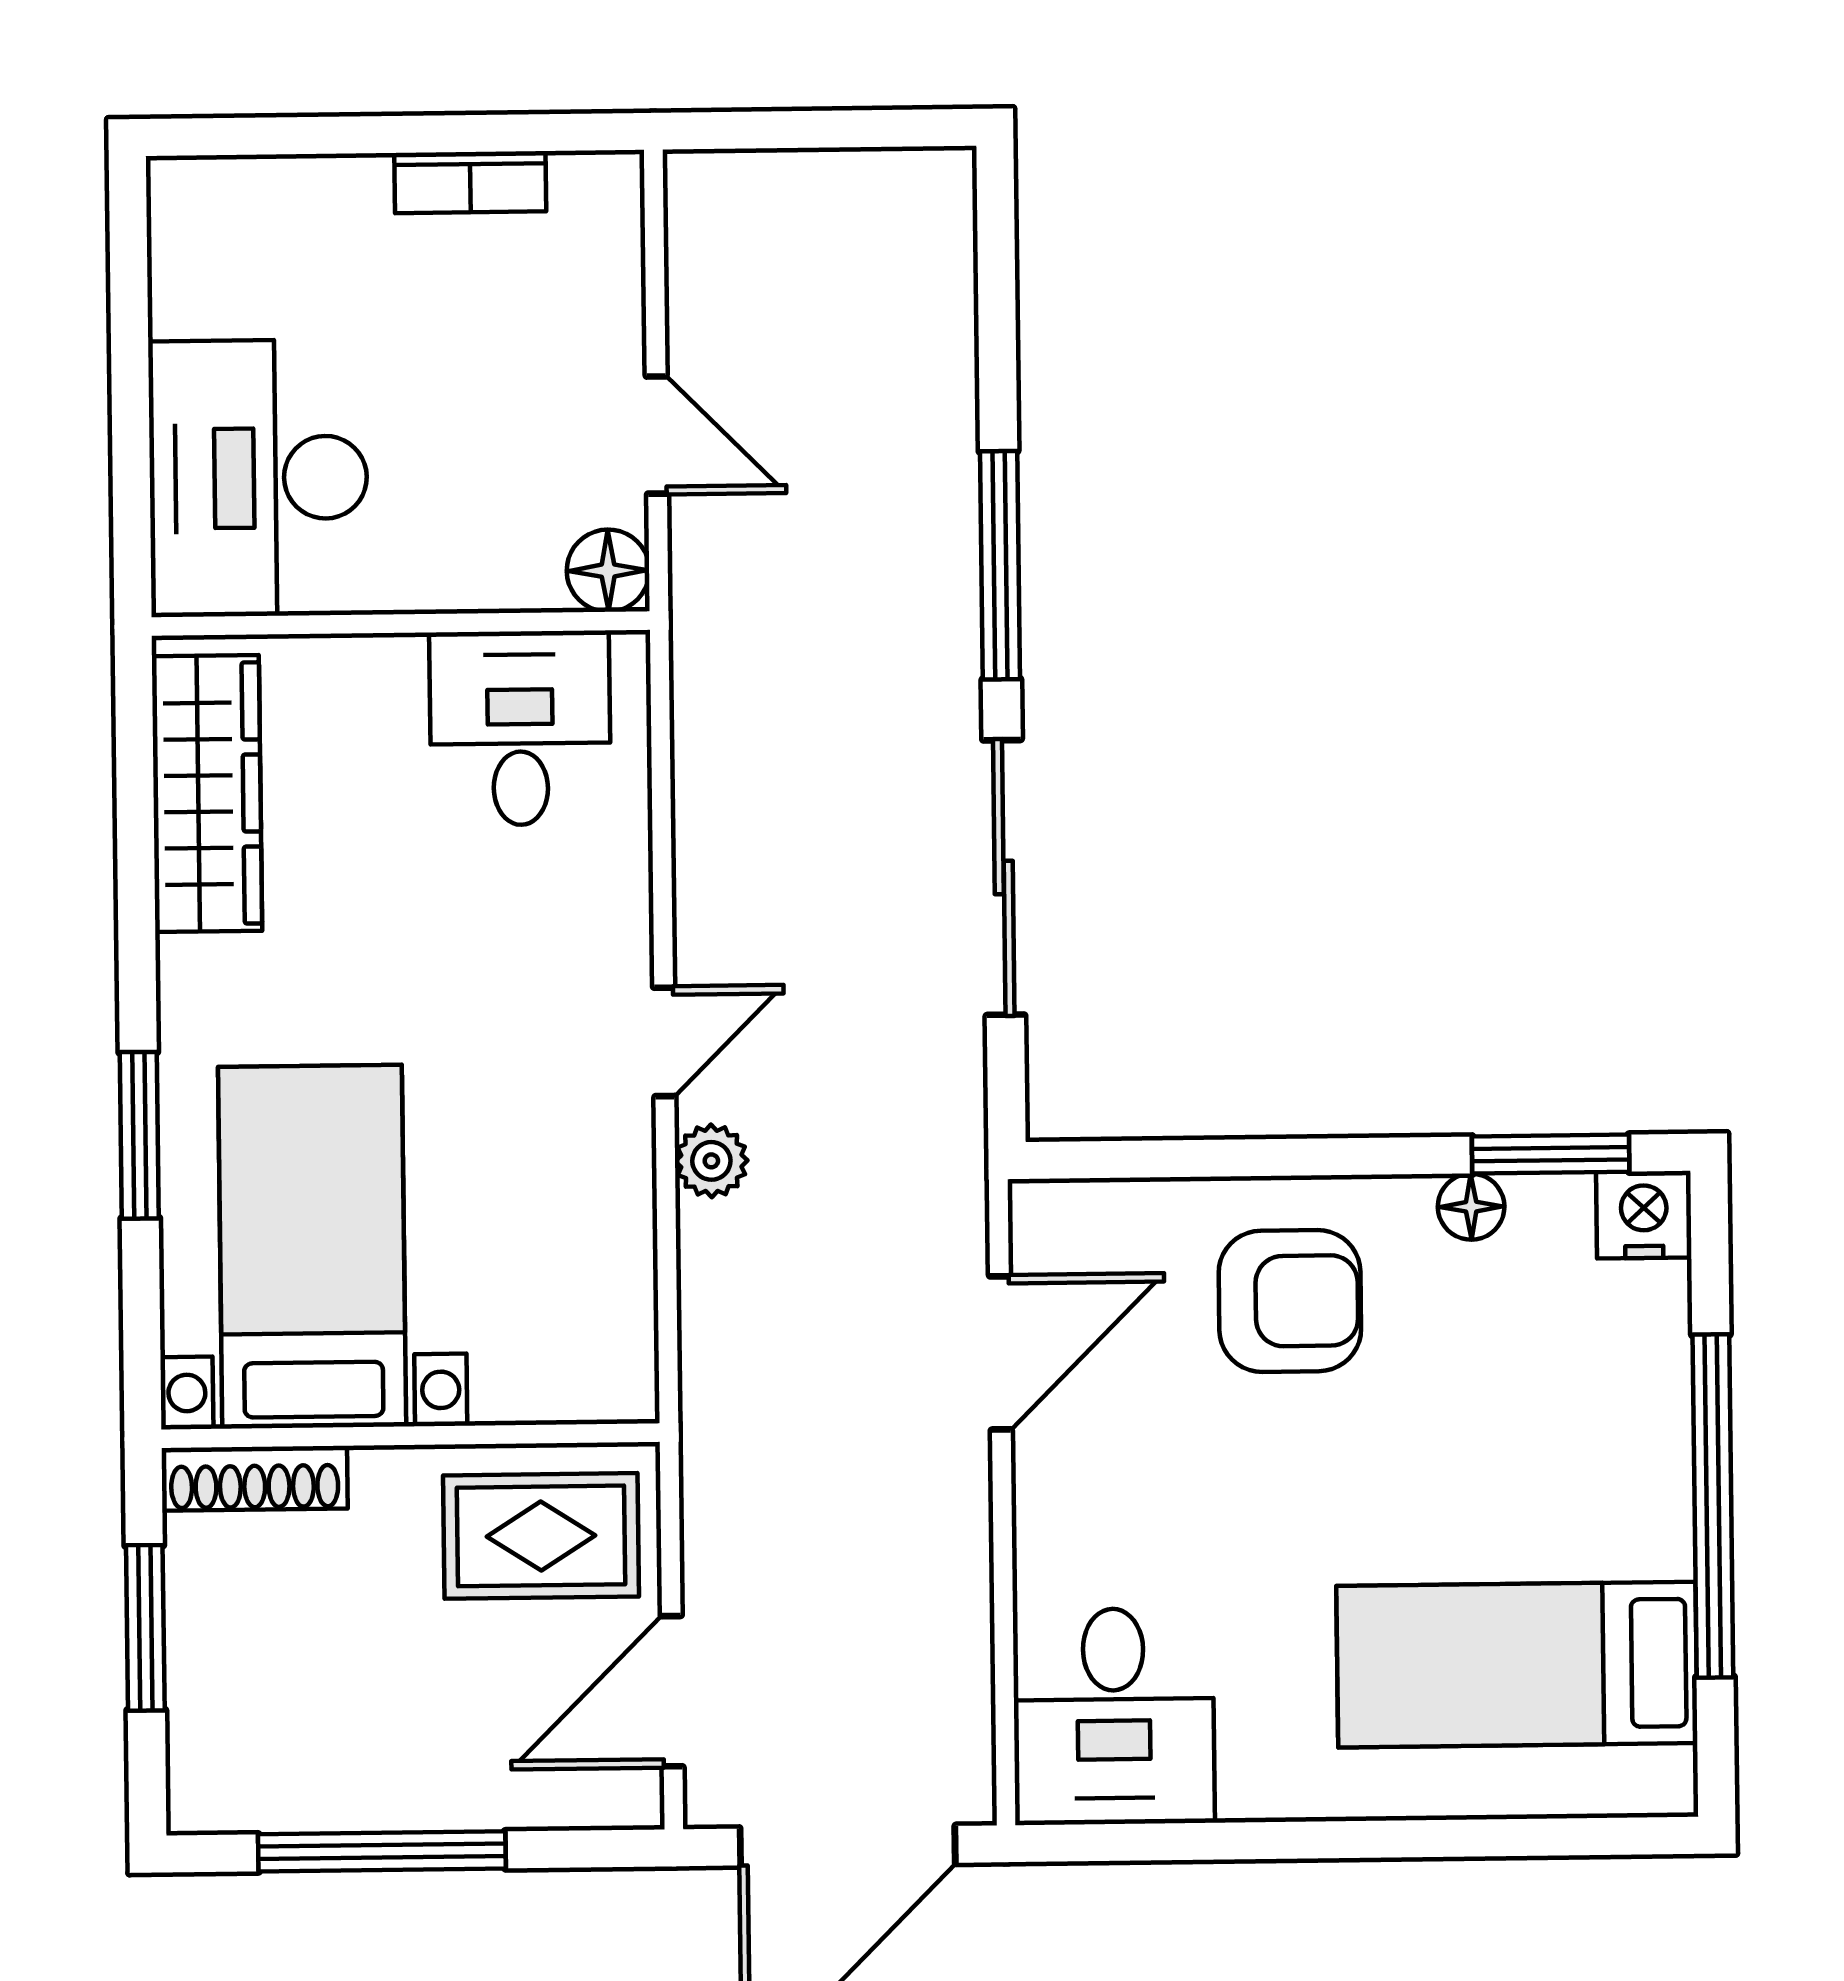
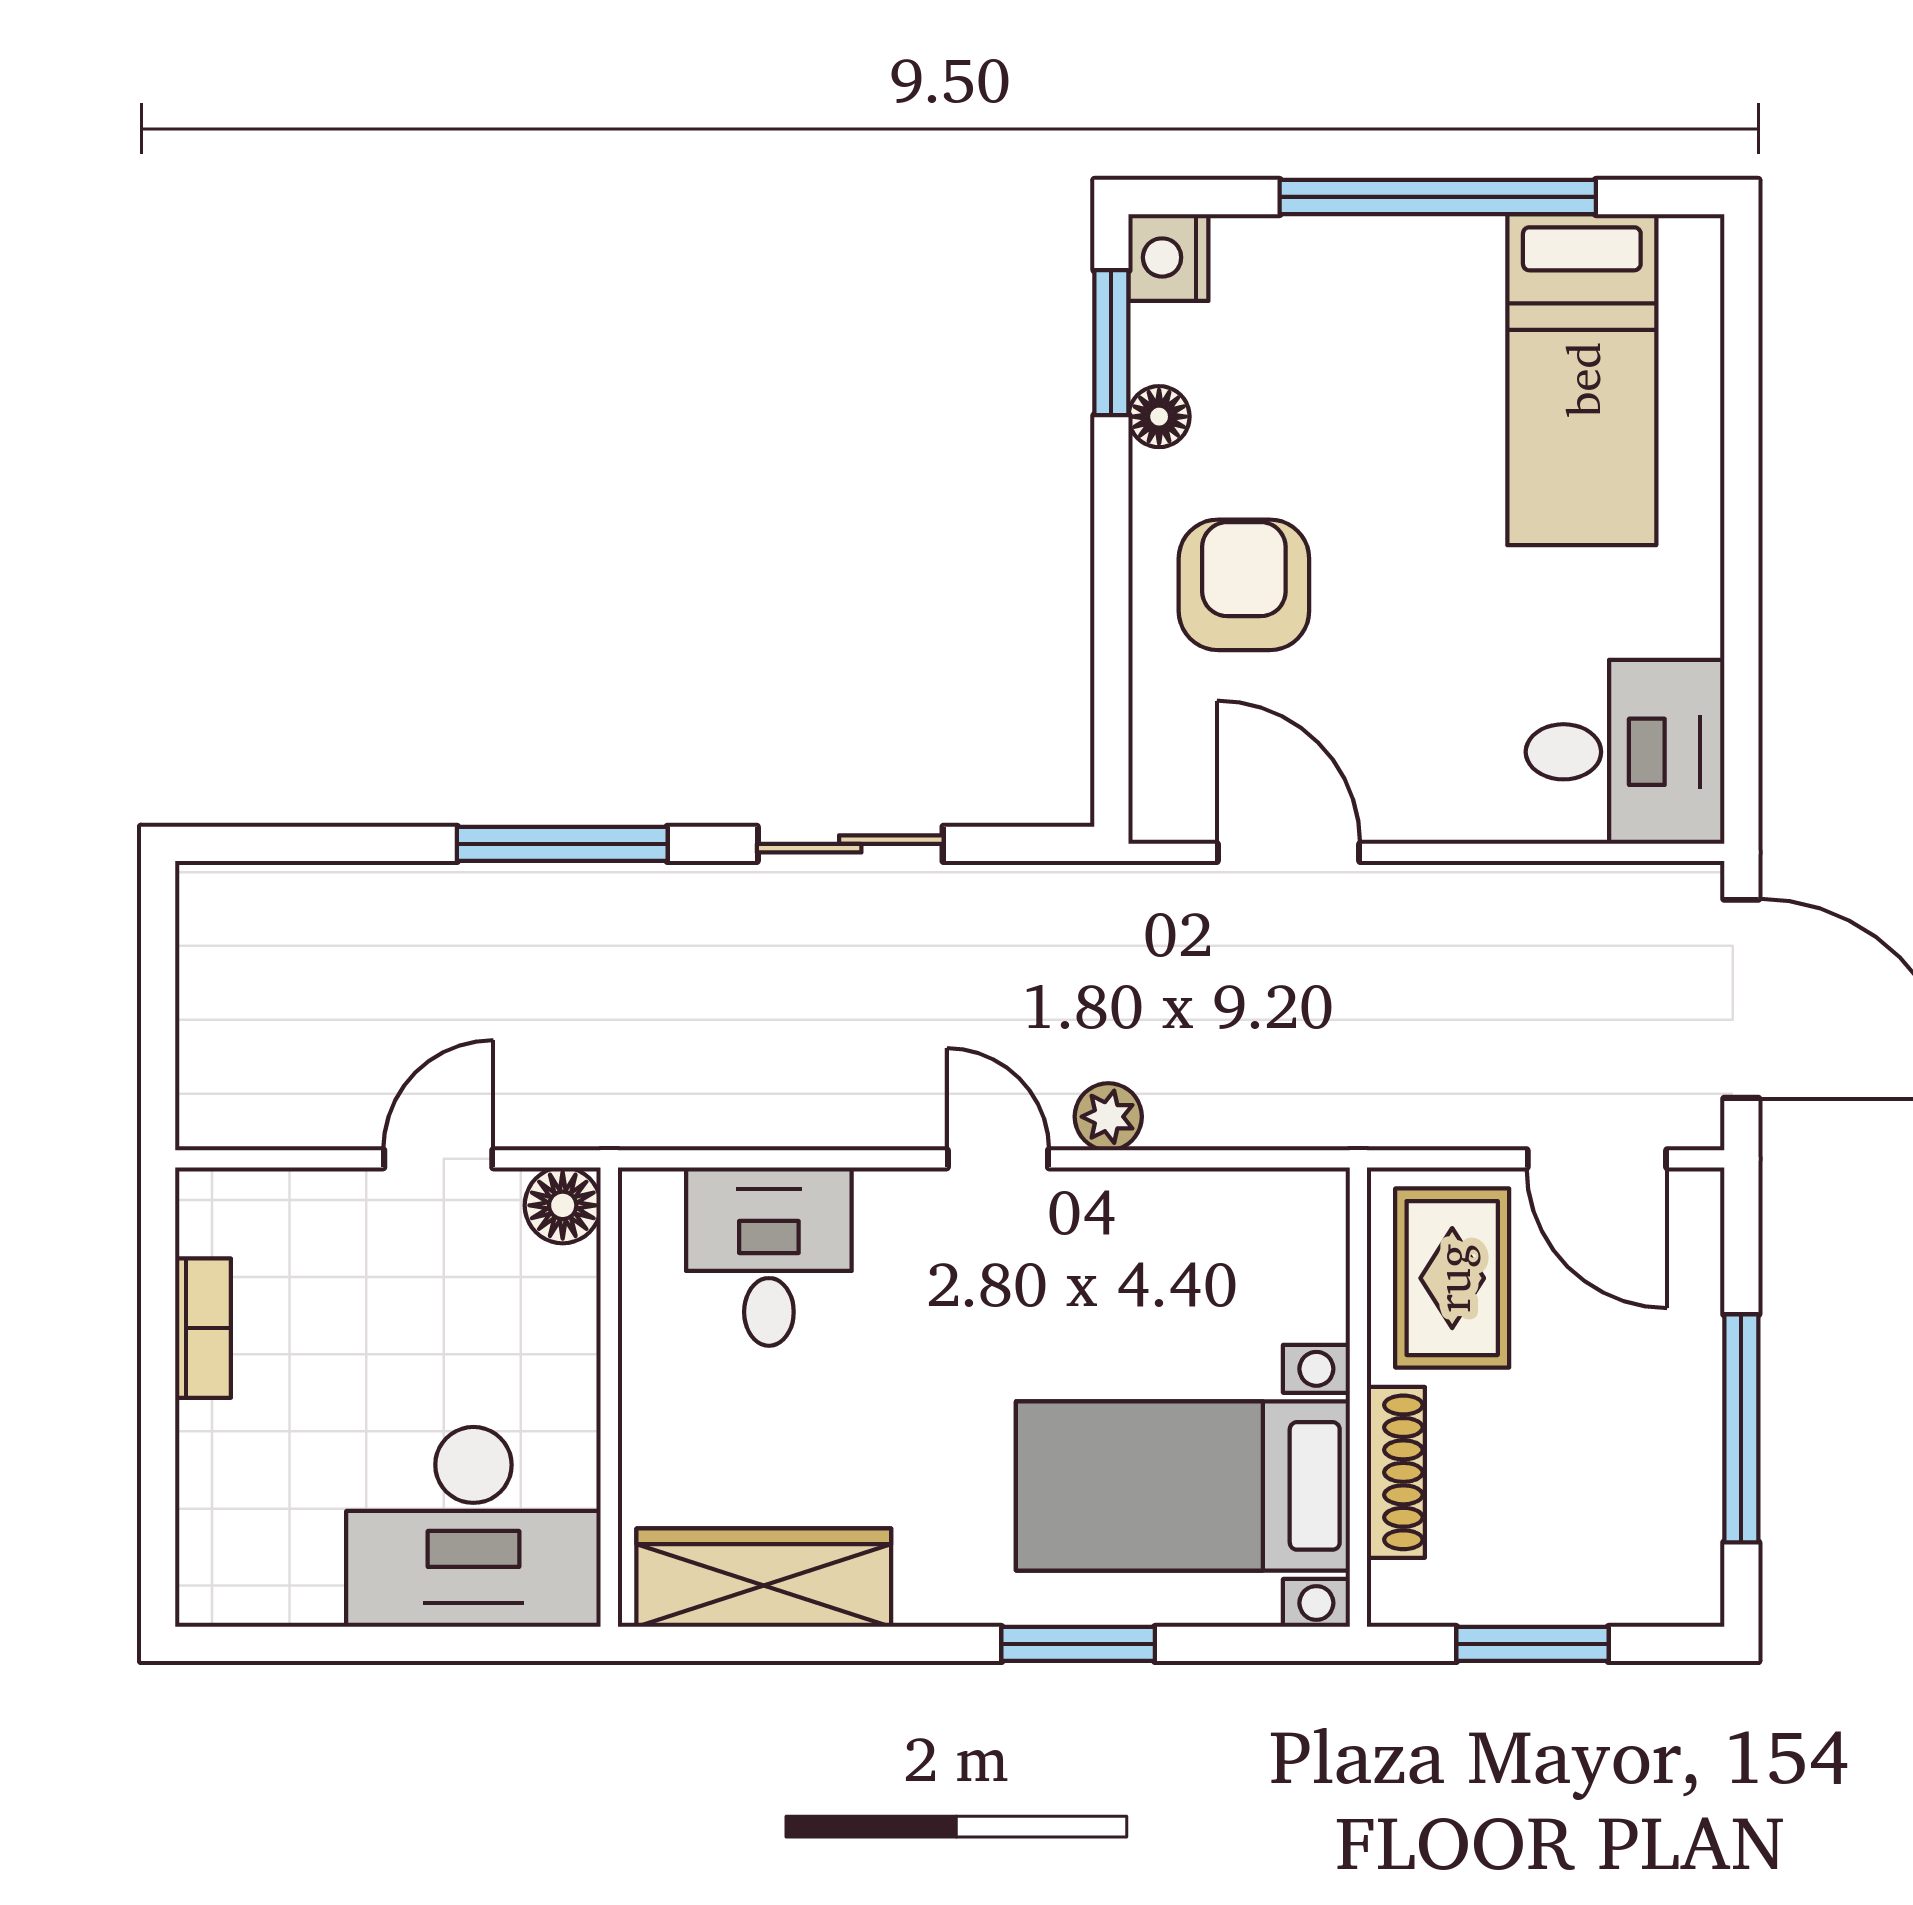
desk: (520, 728) -> (769, 1257), moved, turned 90
sliding door: (1004, 877) -> (850, 844), width x0.73
shoe rack: (255, 1478) -> (1396, 1472), moved

